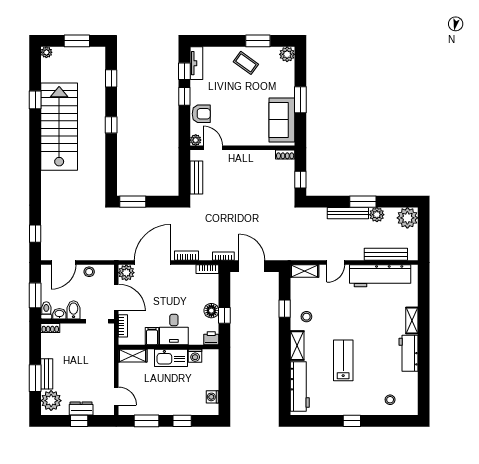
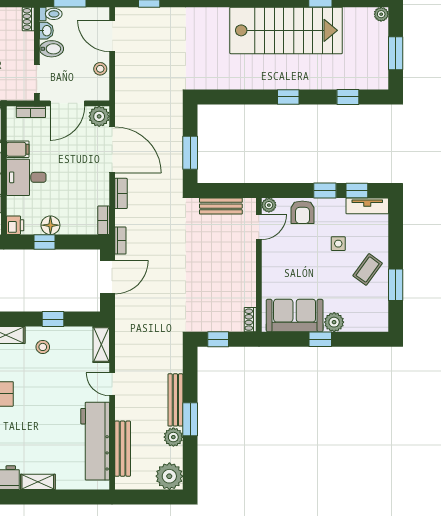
plant: (287, 54) -> (334, 322), moved
side table: (226, 86) -> (338, 244), added
window: (300, 100) -> (320, 339), width x0.67
window: (133, 202) -> (190, 153), moved

